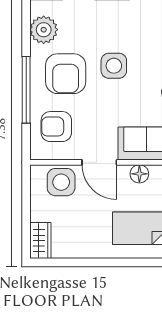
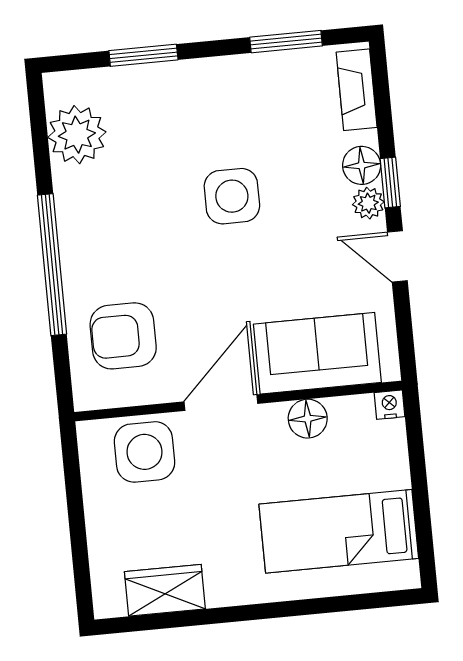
armchair: (66, 74) -> (132, 223), removed
door: (99, 162) -> (221, 403), swing flipped
wardrobe: (40, 241) -> (165, 590), moved, turned -90

